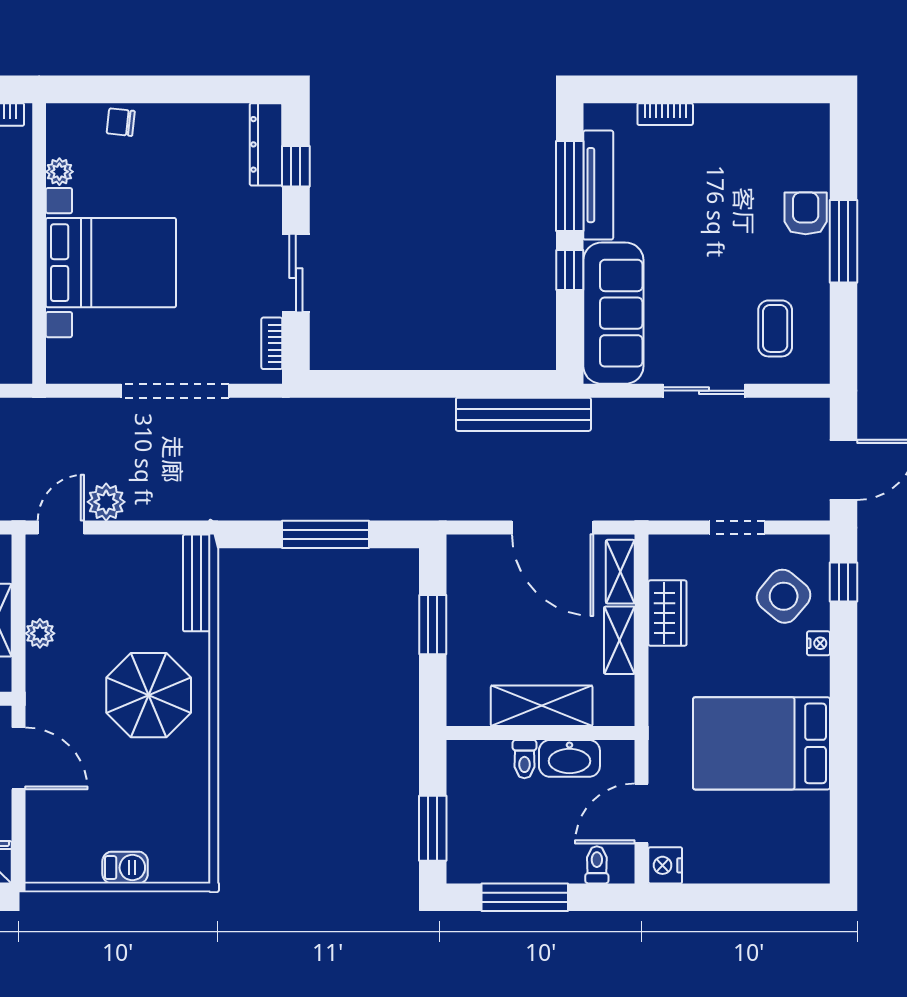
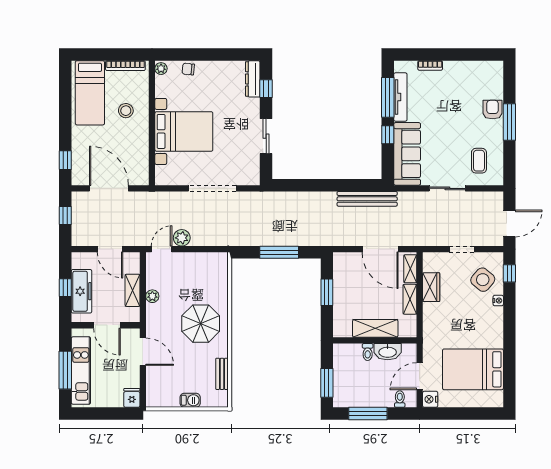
plant: (59, 172) -> (161, 69), moved
bookcase: (272, 343) -> (255, 167), removed
bench: (197, 583) -> (222, 374), moved, width x0.73
bed: (762, 743) -> (473, 369), moved

